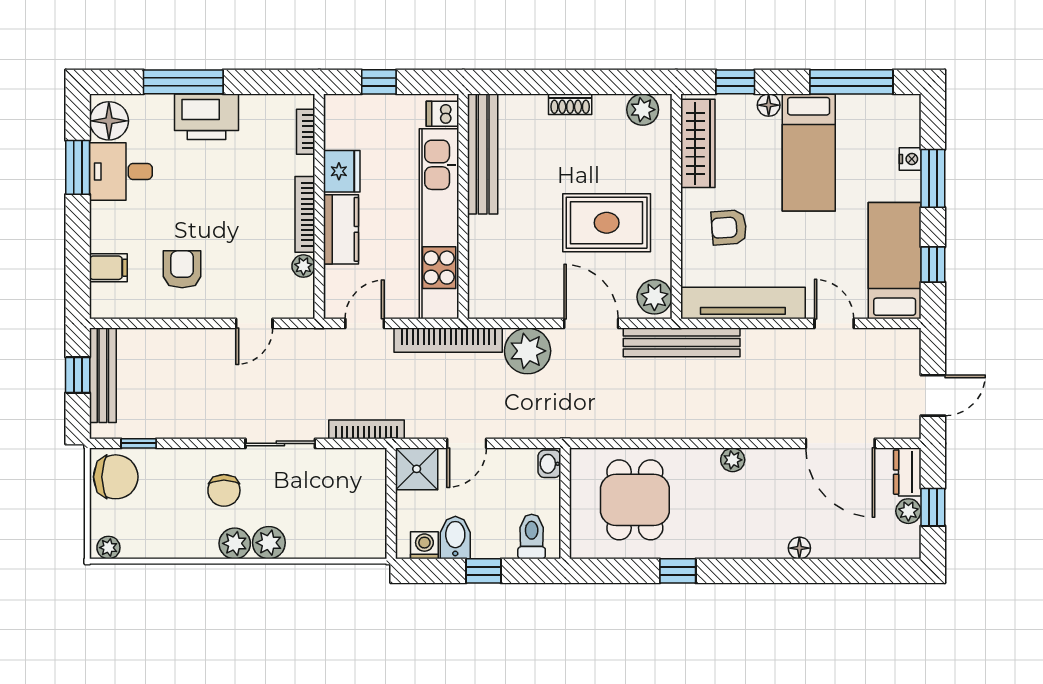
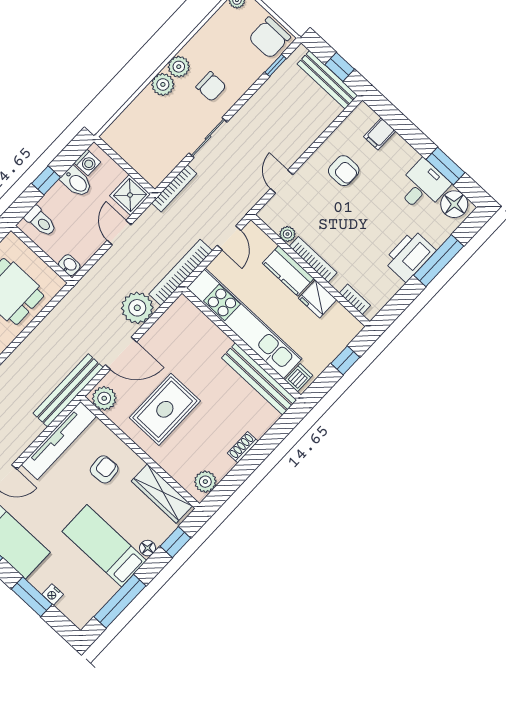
chair: (224, 490) -> (211, 87), turned 180

